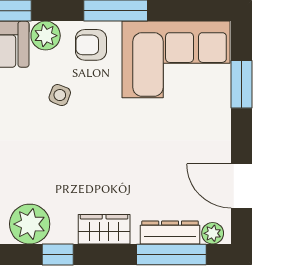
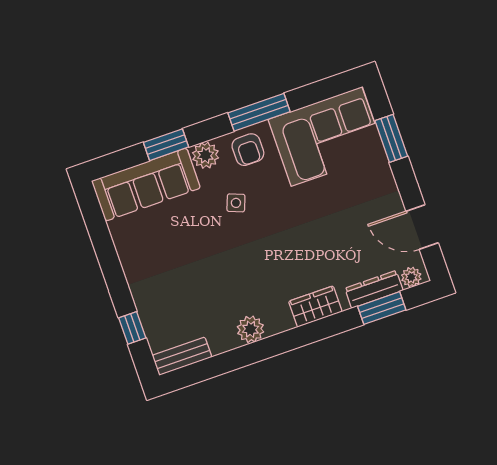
armchair: (91, 45) -> (248, 150), turned -90
plant: (30, 224) -> (251, 329), width x0.73, depth x0.73
window: (58, 255) -> (283, 343), removed
window: (171, 255) -> (382, 308), width x0.69

